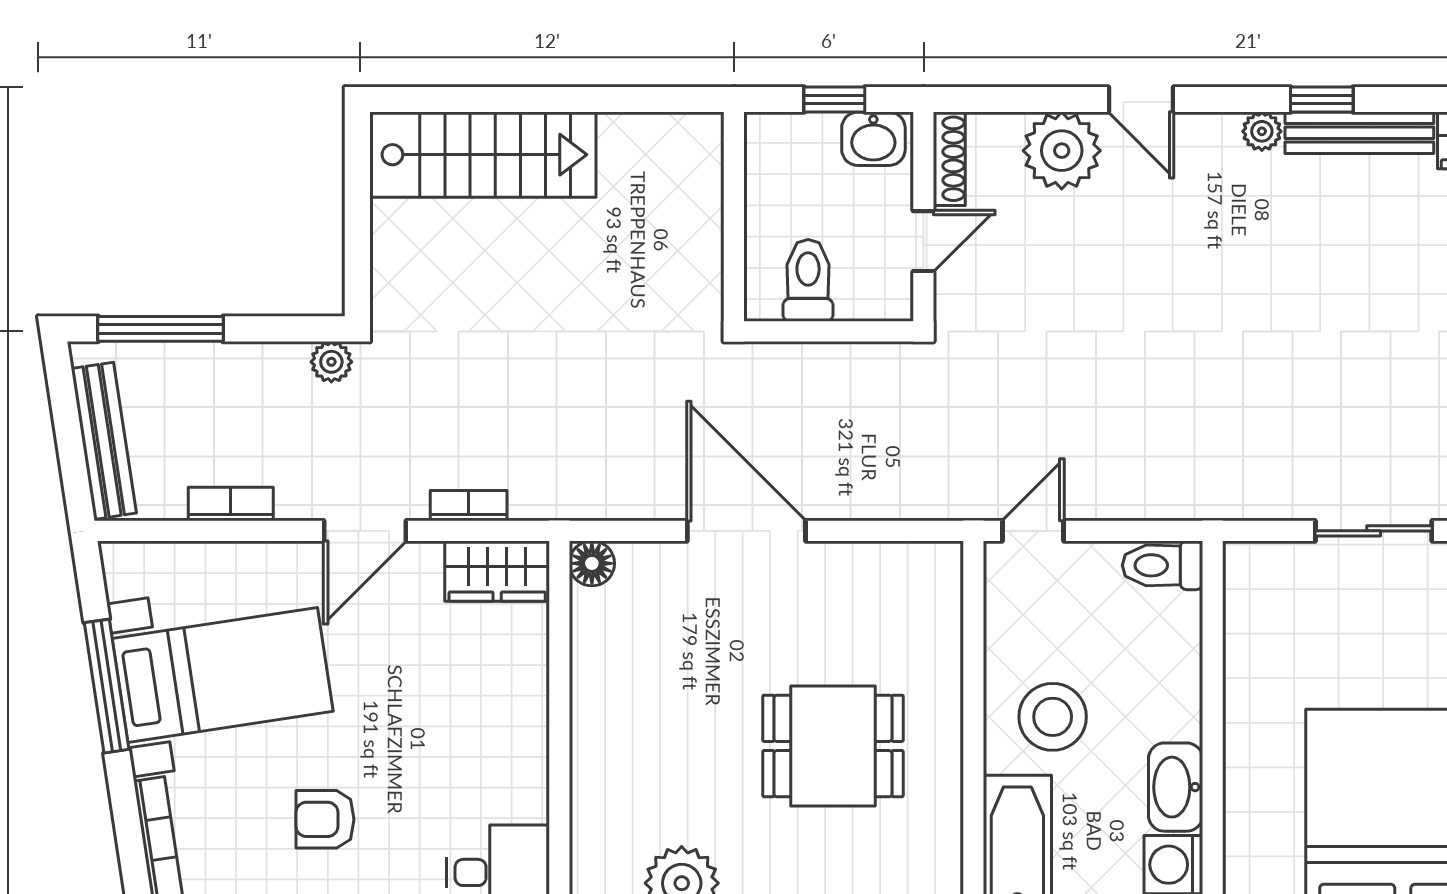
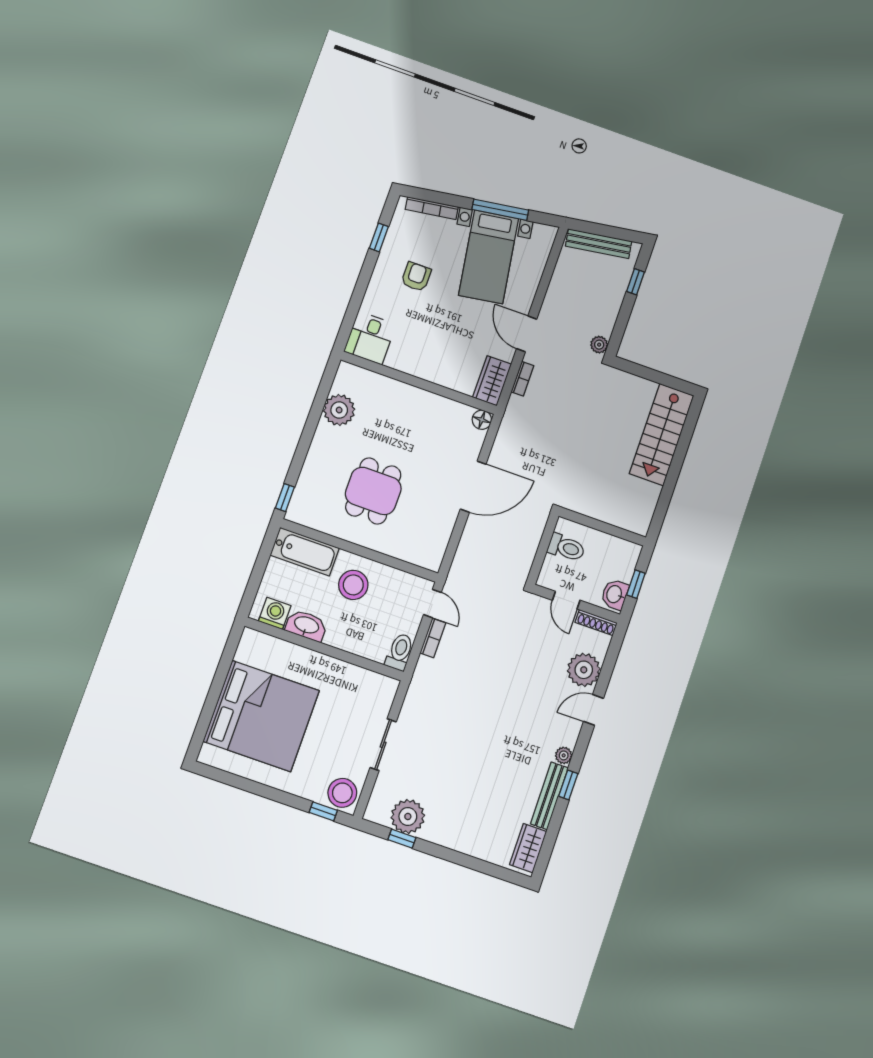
window: (160, 329) -> (636, 282), width x0.46
bookcase: (231, 504) -> (433, 638), moved

